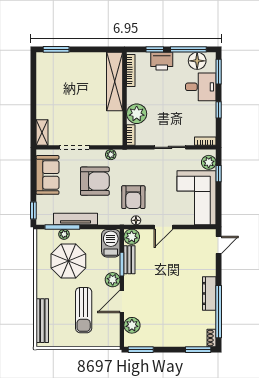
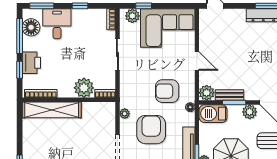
armchair: (133, 197) -> (167, 91), turned 180
floor lamp: (136, 220) -> (190, 107), moved

